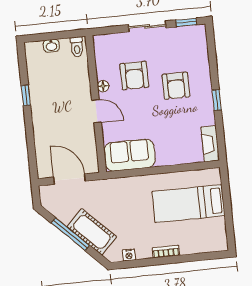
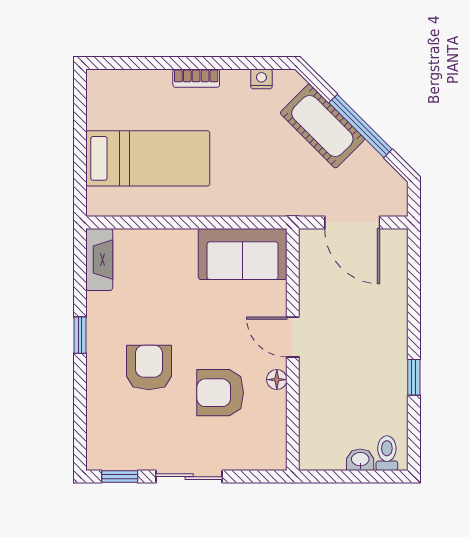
toilet: (77, 47) -> (387, 453), moved
armchair: (134, 75) -> (220, 393), turned -90

